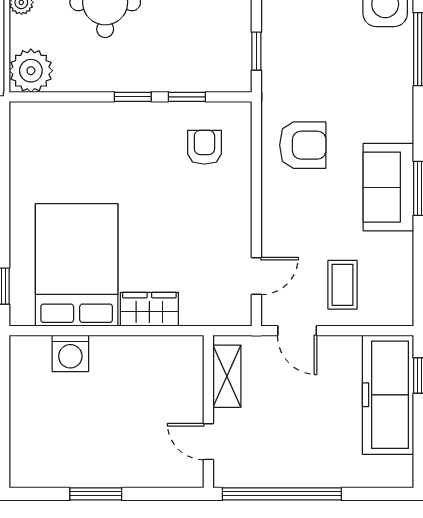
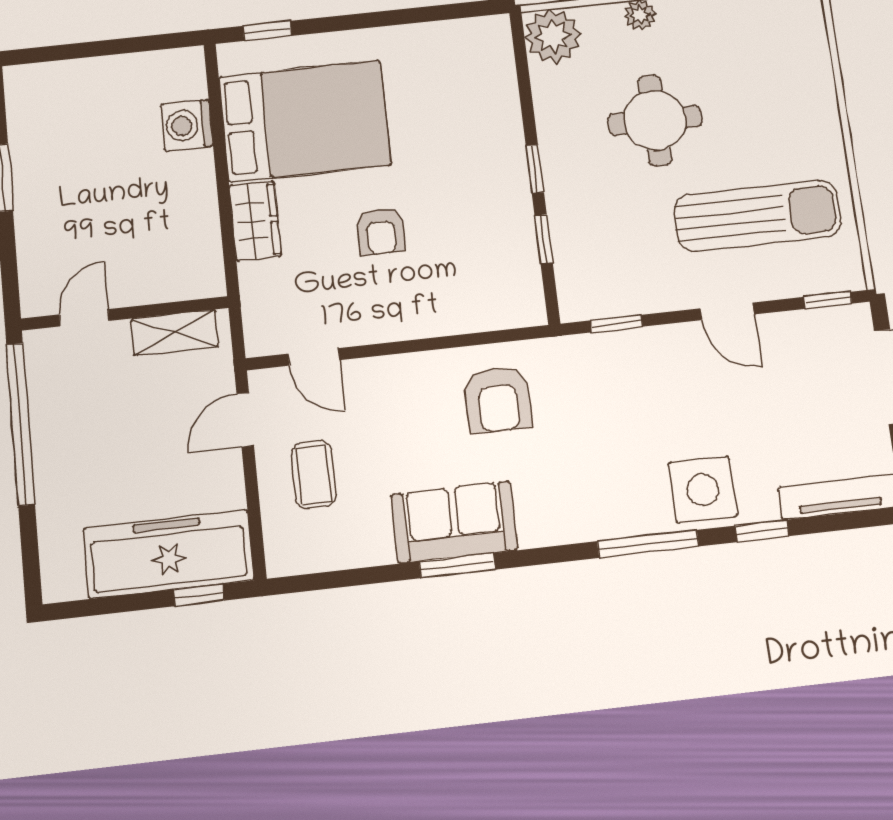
armchair: (204, 147) -> (381, 231), moved, turned 90
coffee table: (342, 285) -> (314, 475), turned 90

